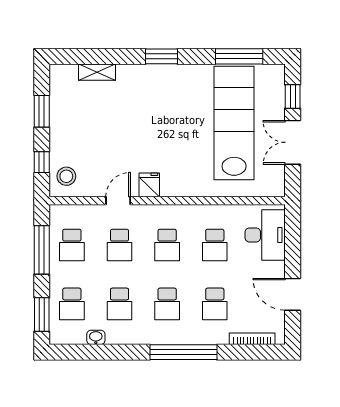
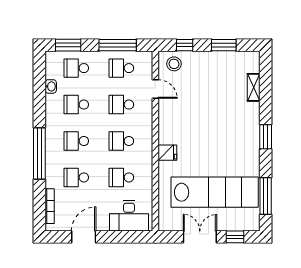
fridge: (149, 185) -> (167, 153), moved
door: (118, 201) -> (155, 89), moved

